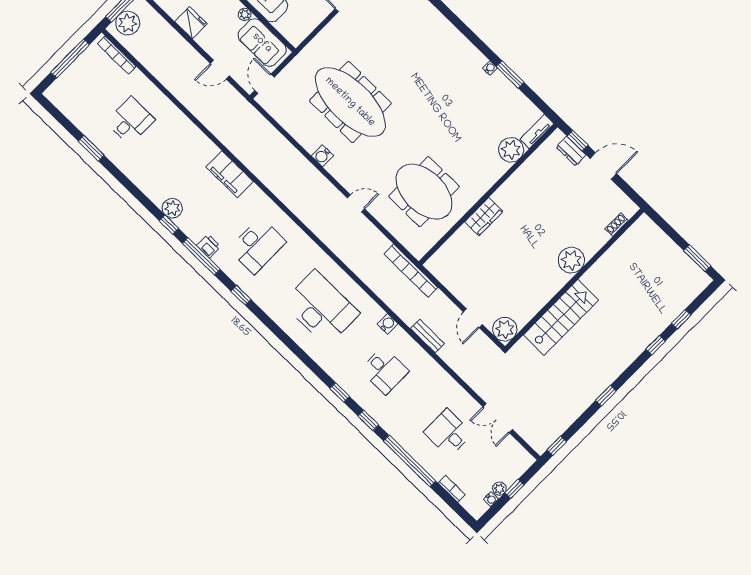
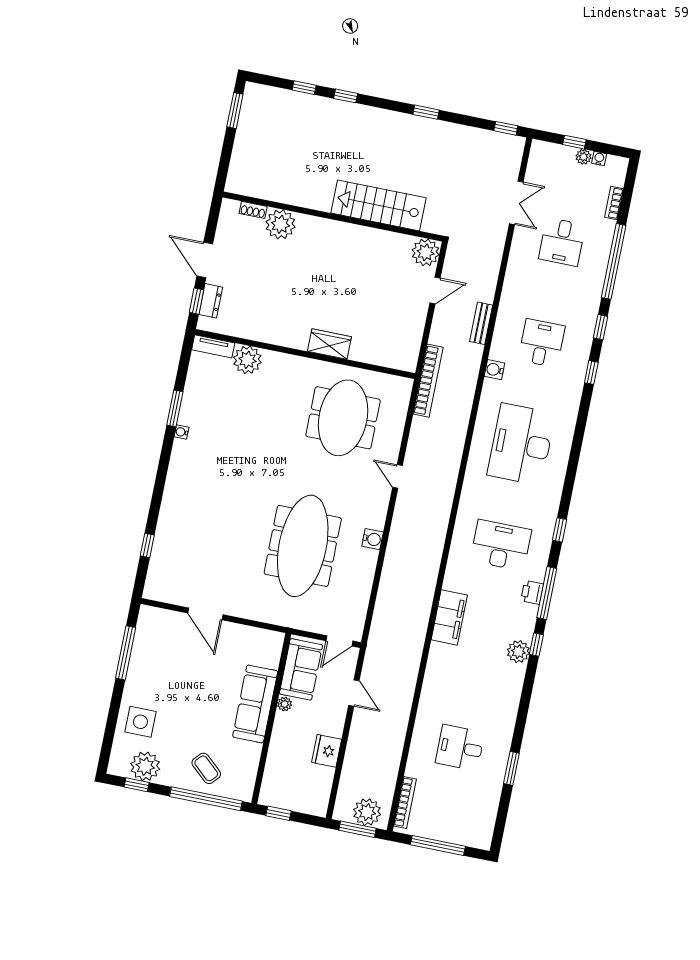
plant: (571, 260) -> (280, 224), moved

